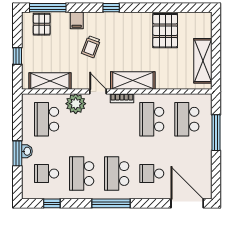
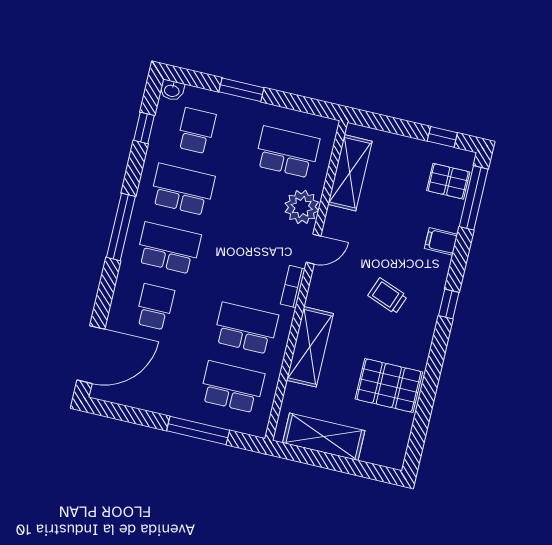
trolley: (91, 47) -> (388, 296), moved
window: (17, 56) -> (442, 137), moved
shelving: (133, 80) -> (310, 347), moved
washbasin: (27, 151) -> (172, 90), moved

